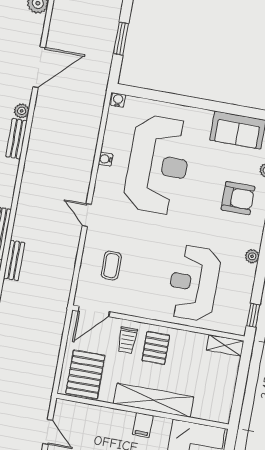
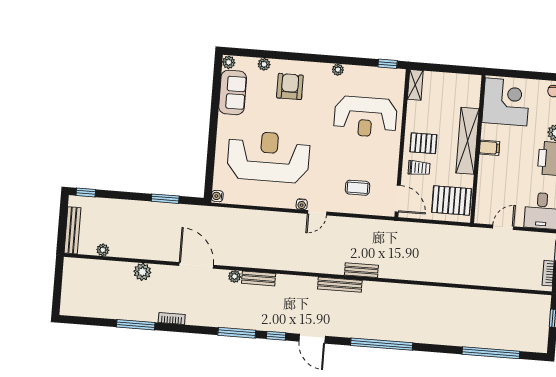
water cooler: (106, 159) -> (302, 204), moved

